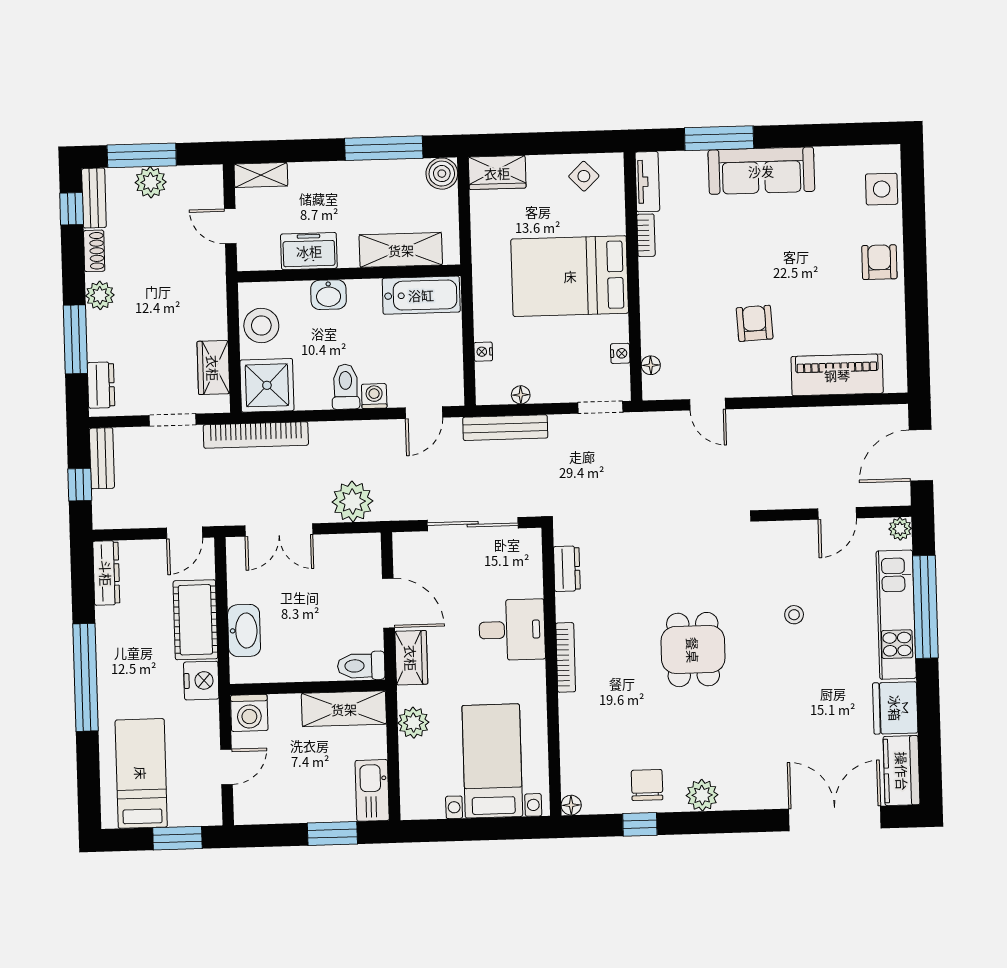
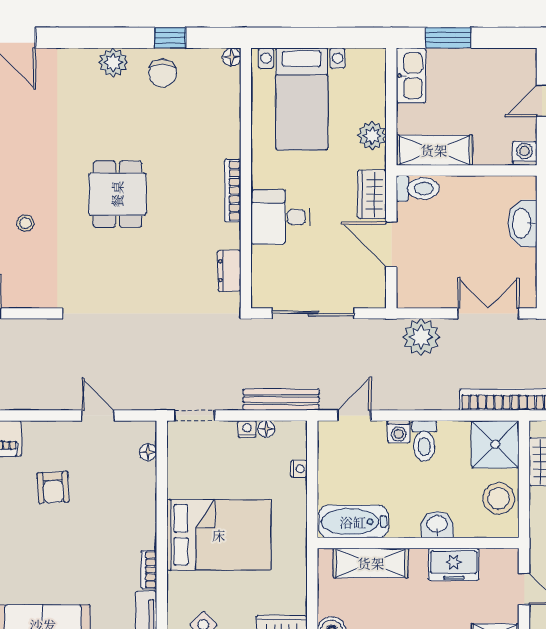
nightstand: (620, 353) -> (247, 429), moved, turned 90
washing machine: (249, 713) -> (524, 153), width x0.73, depth x0.73

